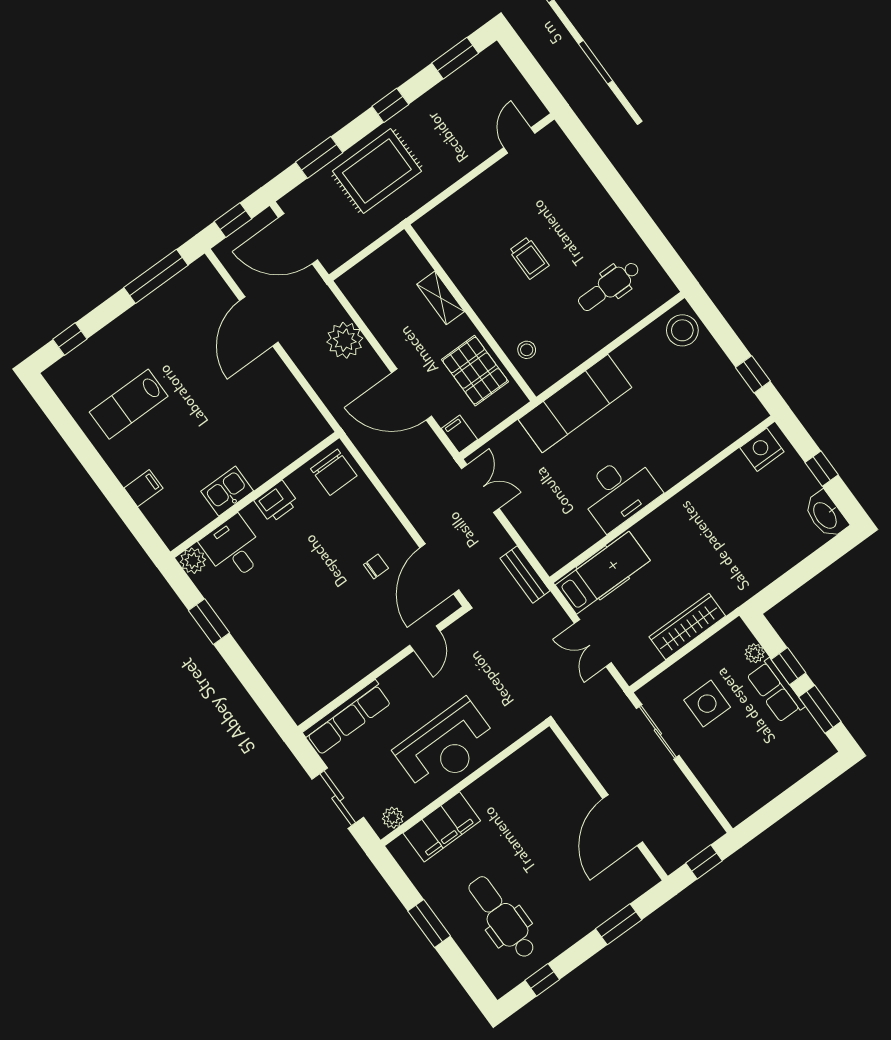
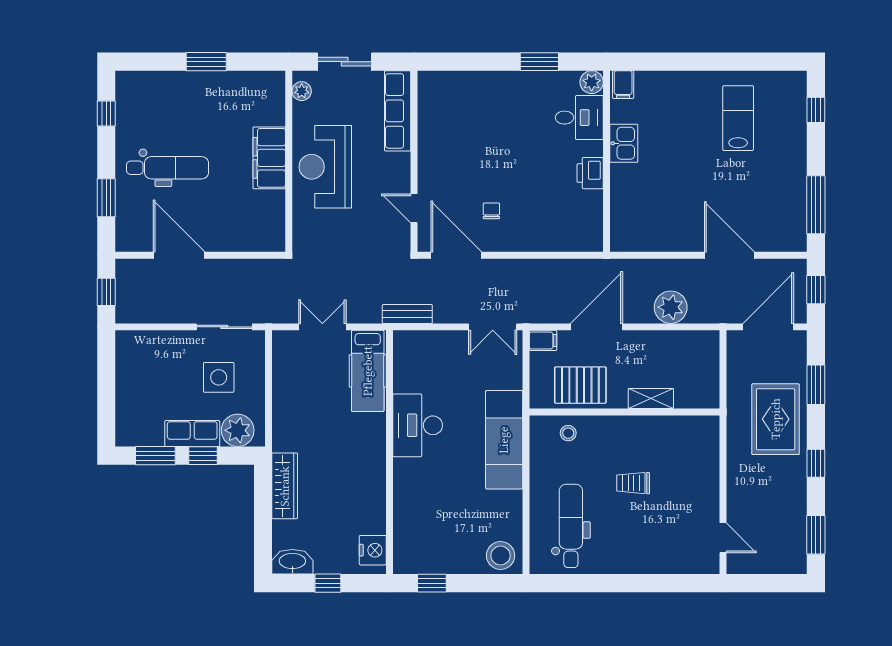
dental chair: (609, 286) -> (571, 526), width x1.36, depth x1.38
chair: (334, 472) -> (581, 230), removed
filing cabinet: (143, 488) -> (623, 85), moved
chair: (376, 566) -> (491, 211), turned 180
wardrobe: (687, 626) -> (285, 486), moved
plant: (755, 653) -> (238, 430), width x1.87, depth x1.87
filing cabinet: (442, 827) -> (269, 158), moved
dental chair: (502, 917) -> (167, 168), moved

